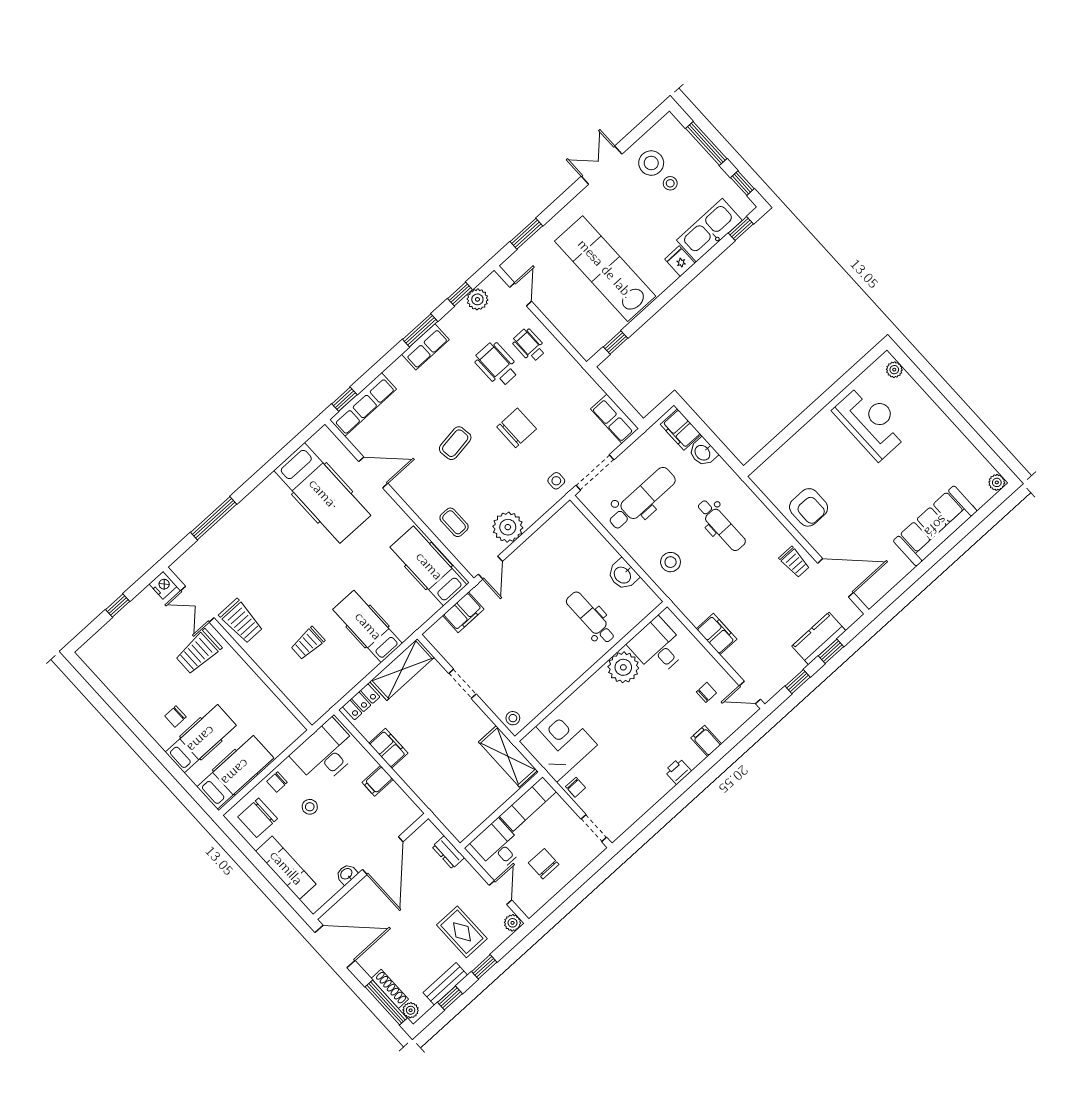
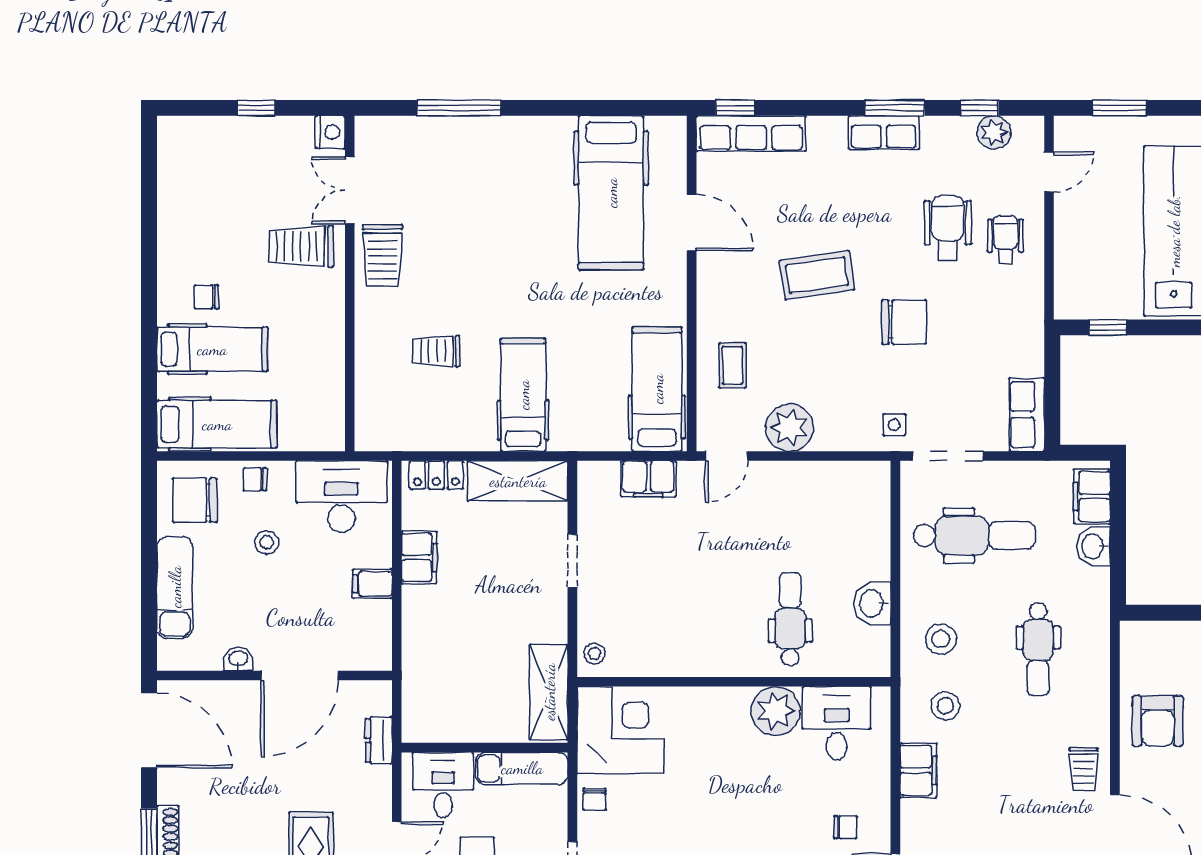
coffee table: (455, 443) -> (817, 275), width x1.36, depth x1.30
stool: (701, 592) -> (945, 706), added

